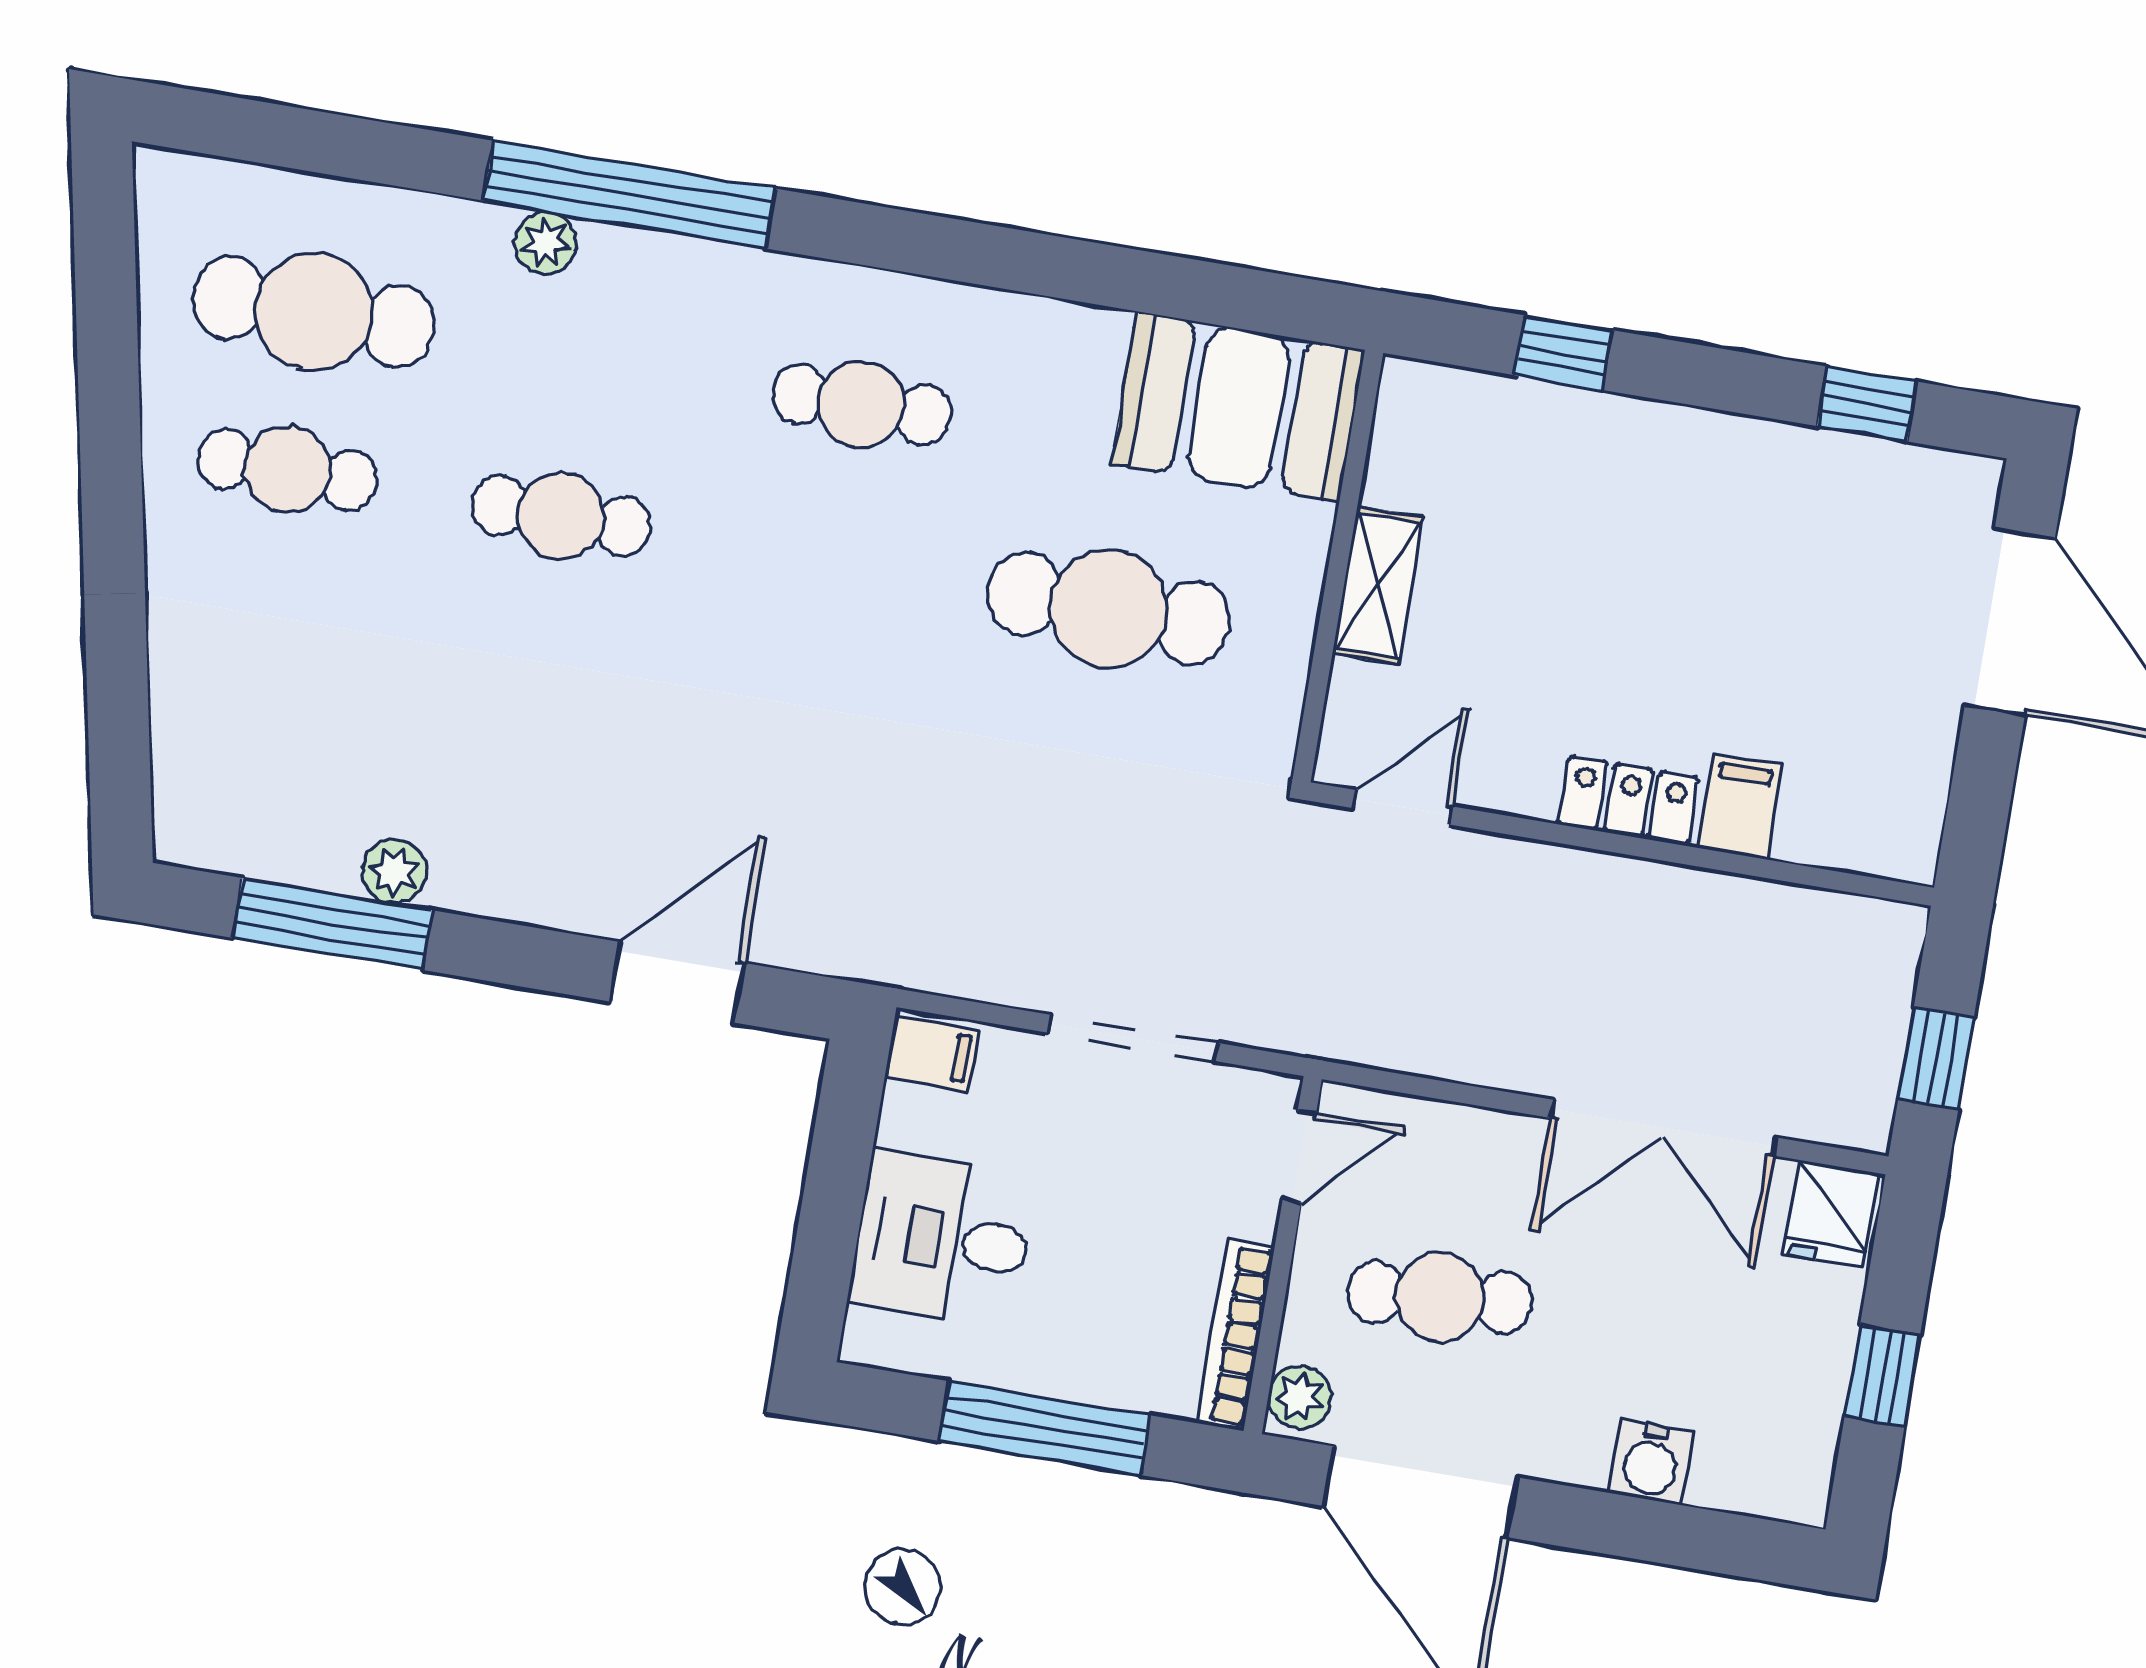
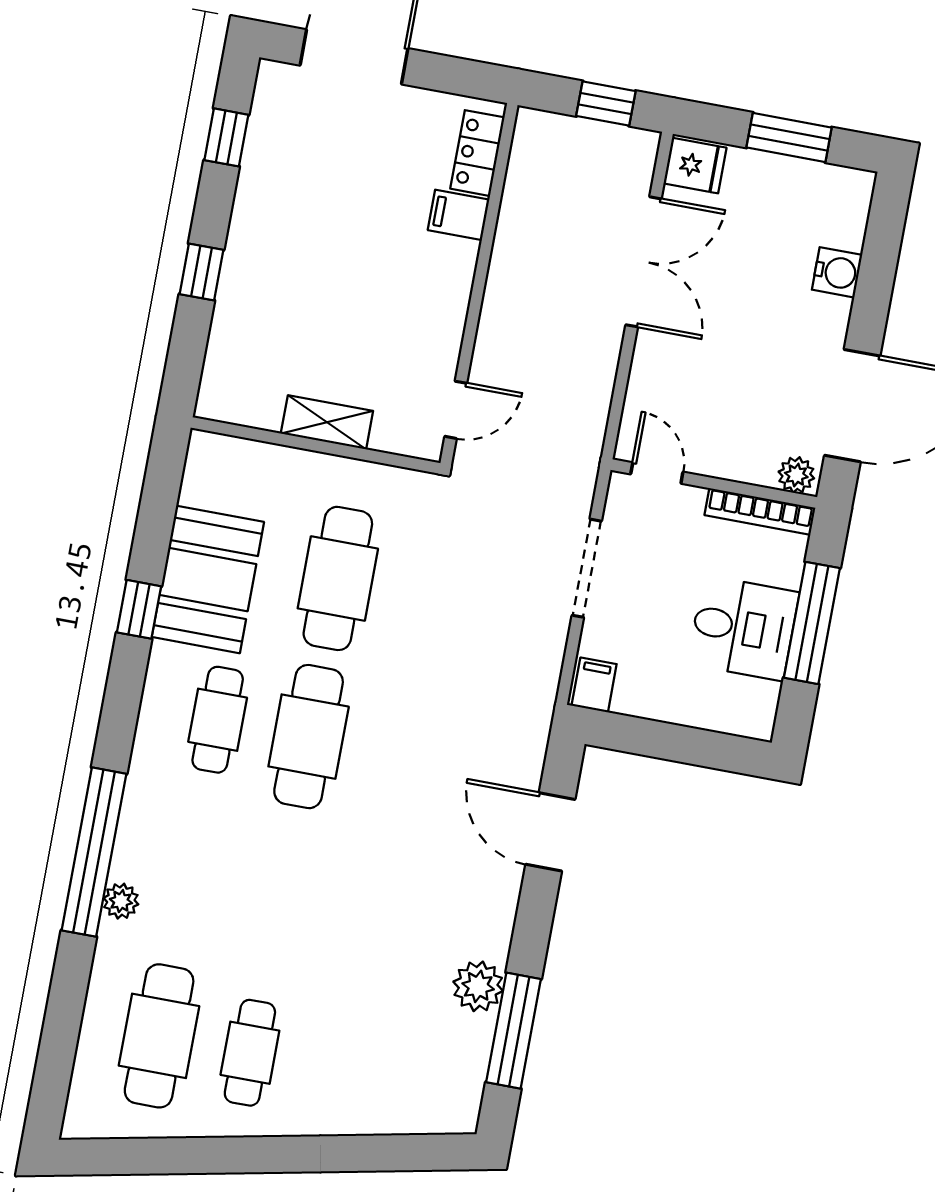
window: (1050, 266) -> (139, 609), added
window: (1563, 353) -> (201, 272), moved
booth: (1239, 407) -> (208, 579), moved
cafe table: (561, 516) -> (309, 737), moved, width x1.37, depth x1.35
locker: (1628, 801) -> (477, 153), moved
door: (1403, 807) -> (456, 410), swing flipped
plant: (394, 871) -> (478, 986), width x1.38, depth x1.38
desk: (943, 1239) -> (743, 628), moved, turned -90
cafe table: (1440, 1297) -> (740, 393), removed
window: (1882, 1376) -> (789, 137), width x1.50

